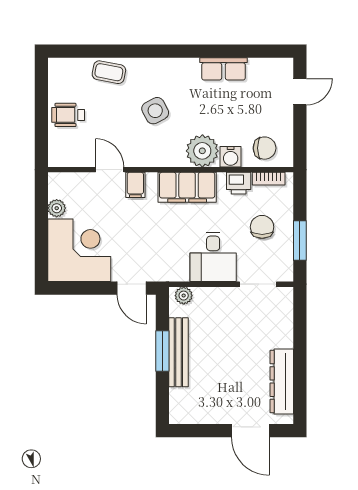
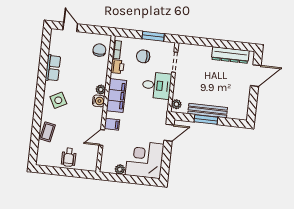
side table: (155, 111) -> (58, 100), moved
plant: (202, 151) -> (101, 89), width x0.53, depth x0.53
water cooler: (231, 157) -> (99, 101), moved

